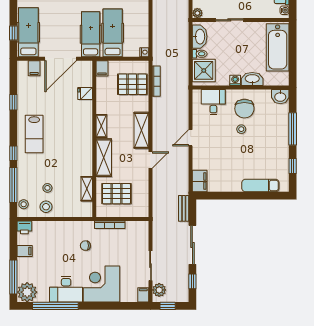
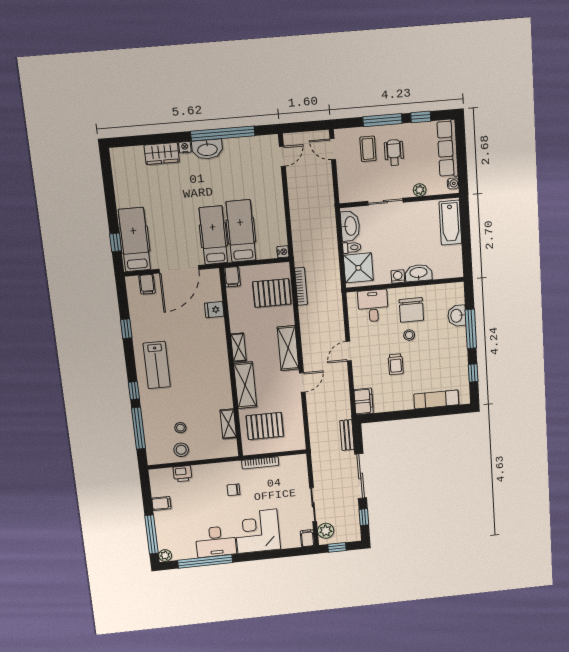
plant: (197, 13) -> (420, 190), moved
bathtub: (278, 47) -> (450, 223), width x0.73, depth x0.73
washbasin: (280, 97) -> (457, 316), moved, turned 90
trolley: (229, 152) -> (396, 364), added
stool: (24, 204) -> (154, 450), removed
printer: (24, 227) -> (183, 474), moved
plant: (27, 292) -> (165, 555), width x0.53, depth x0.53

